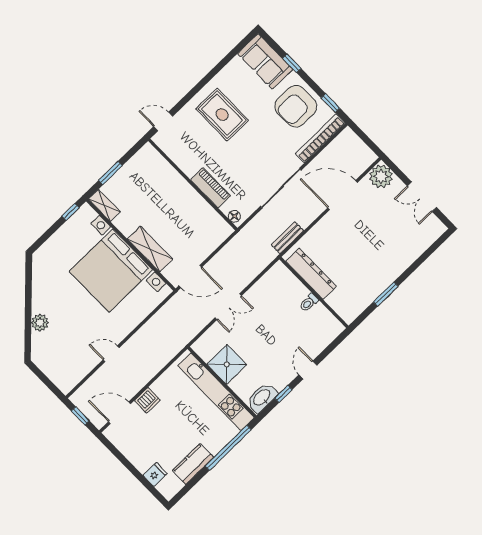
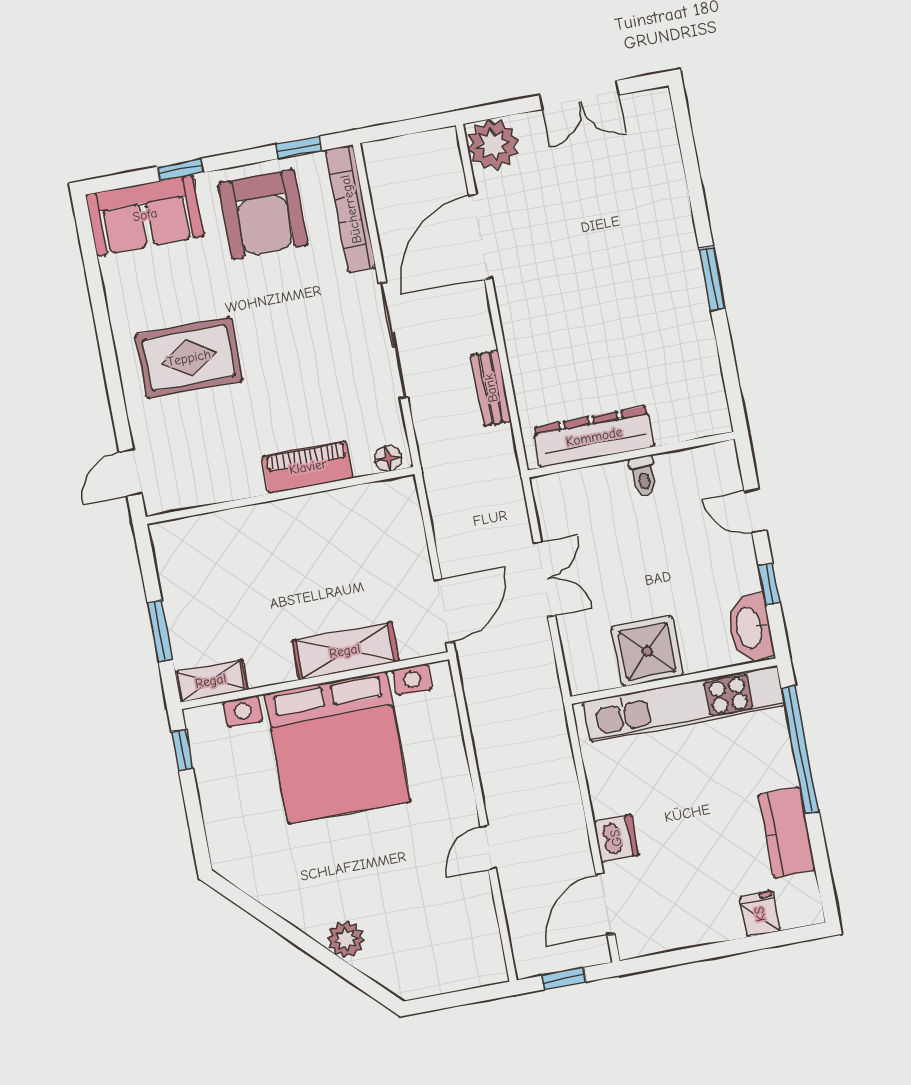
dresser: (311, 274) -> (594, 437), moved
wall: (314, 293) -> (631, 455), moved
toilet: (309, 303) -> (643, 476), moved

